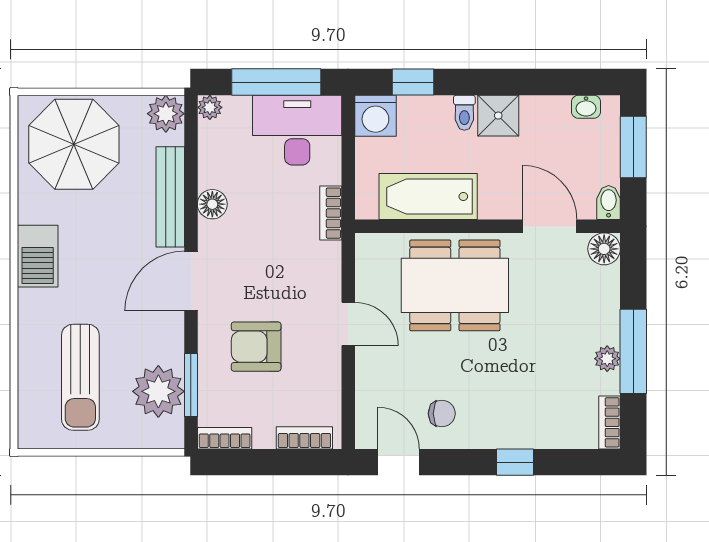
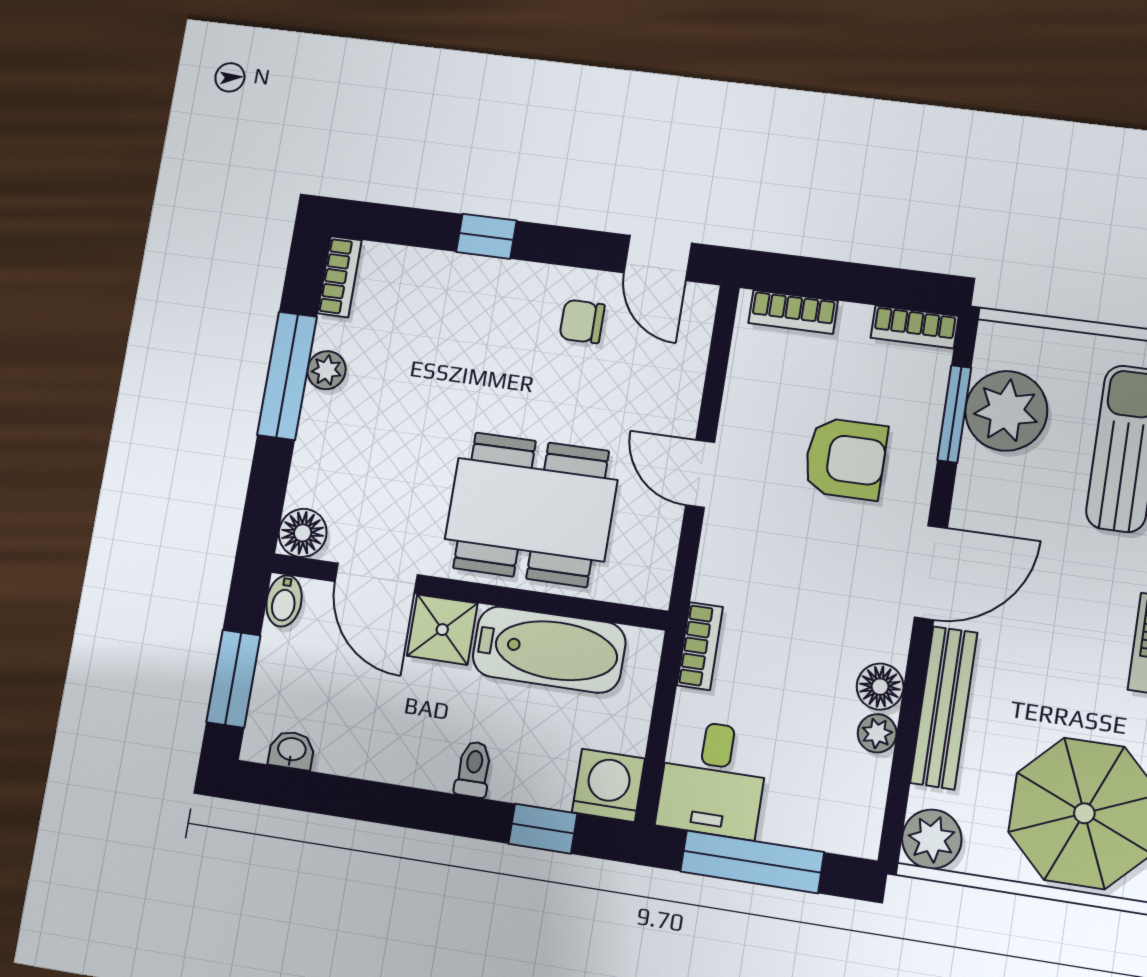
plant: (210, 107) -> (877, 733), moved
shower: (498, 116) -> (442, 630), moved
desk: (297, 130) -> (713, 779), width x0.73

